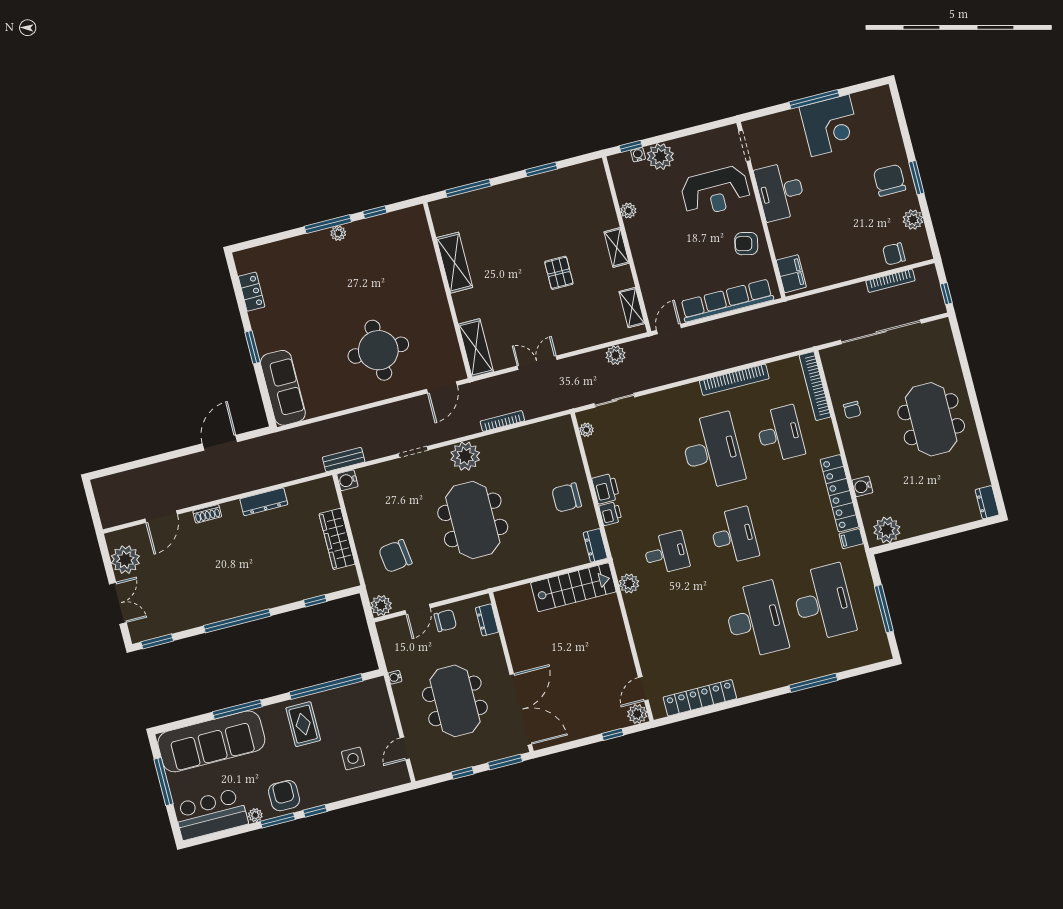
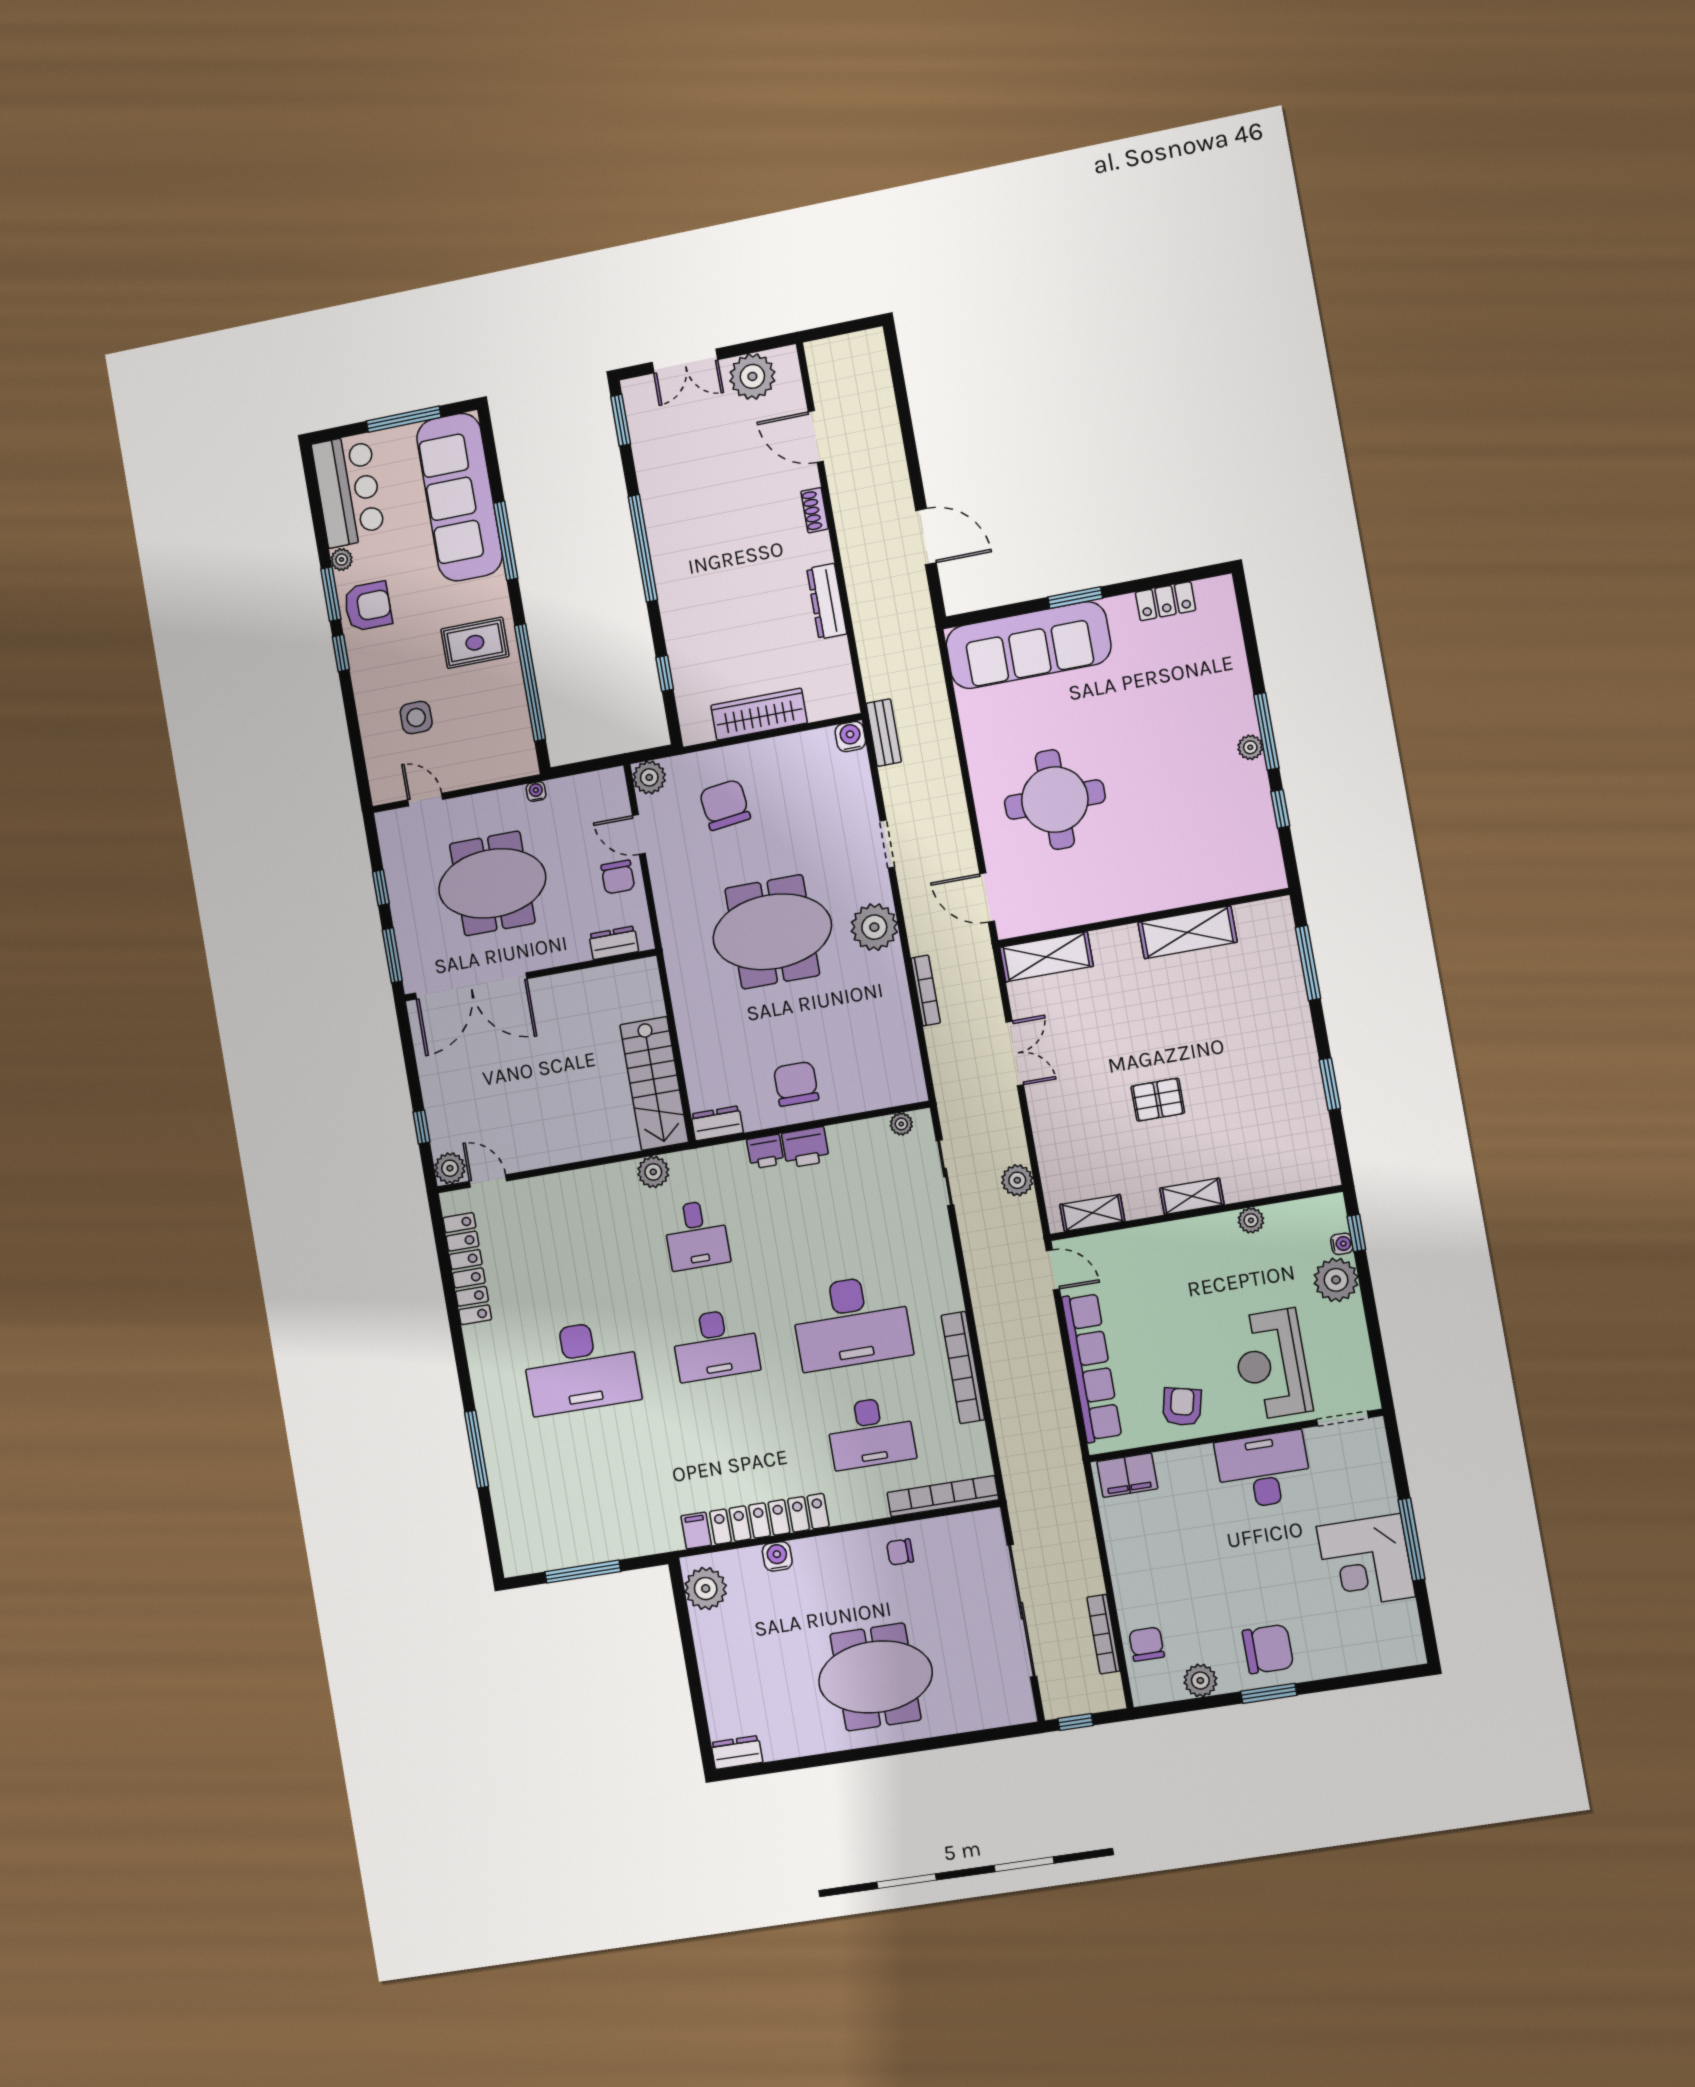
sofa: (283, 388) -> (1028, 645), width x1.36, depth x1.27
desk: (823, 603) -> (600, 1477), removed

